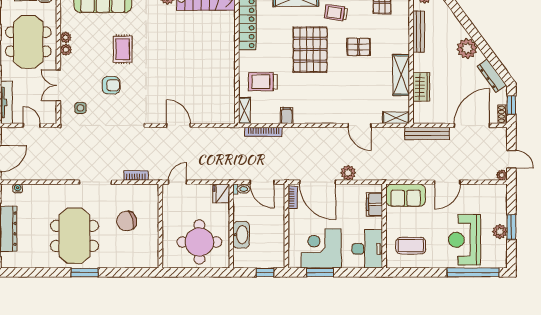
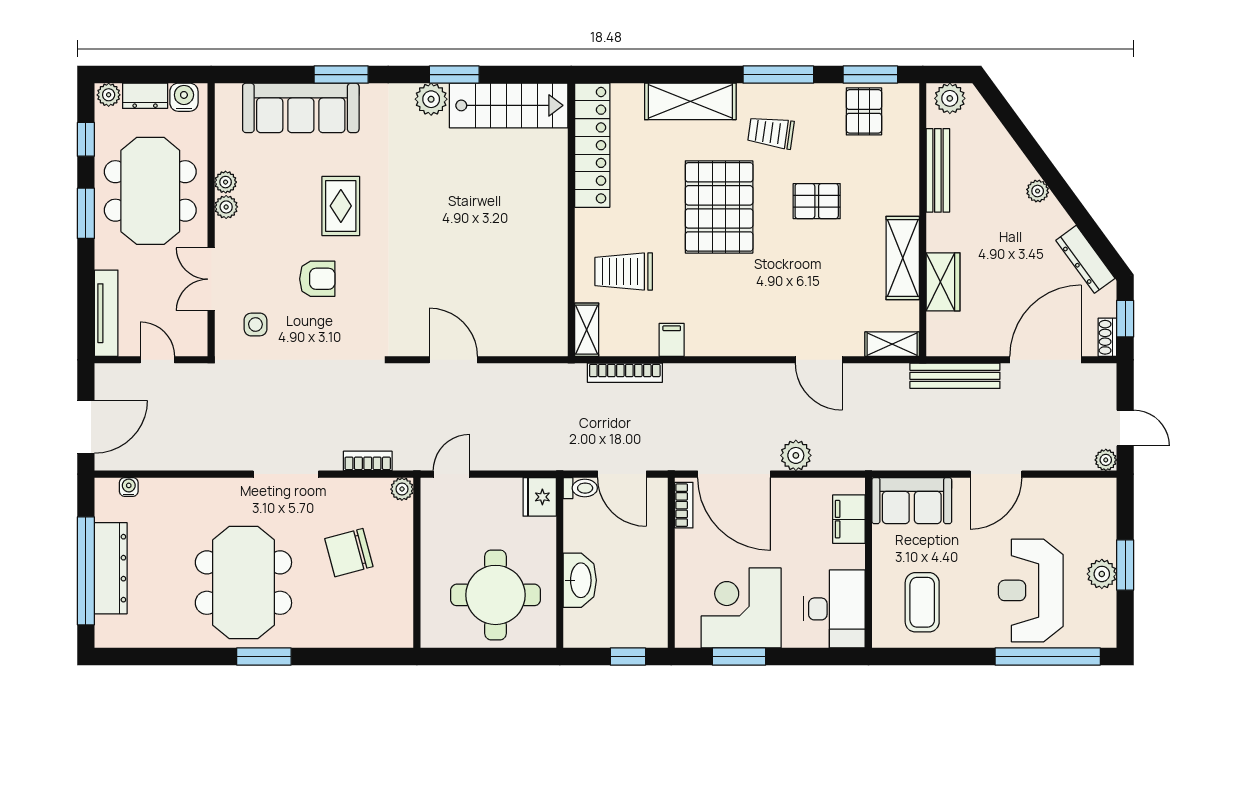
plant: (467, 49) -> (1038, 191), width x0.53, depth x0.53
plant: (153, 189) -> (402, 489), added
coffee table: (411, 246) -> (922, 602), turned 90

